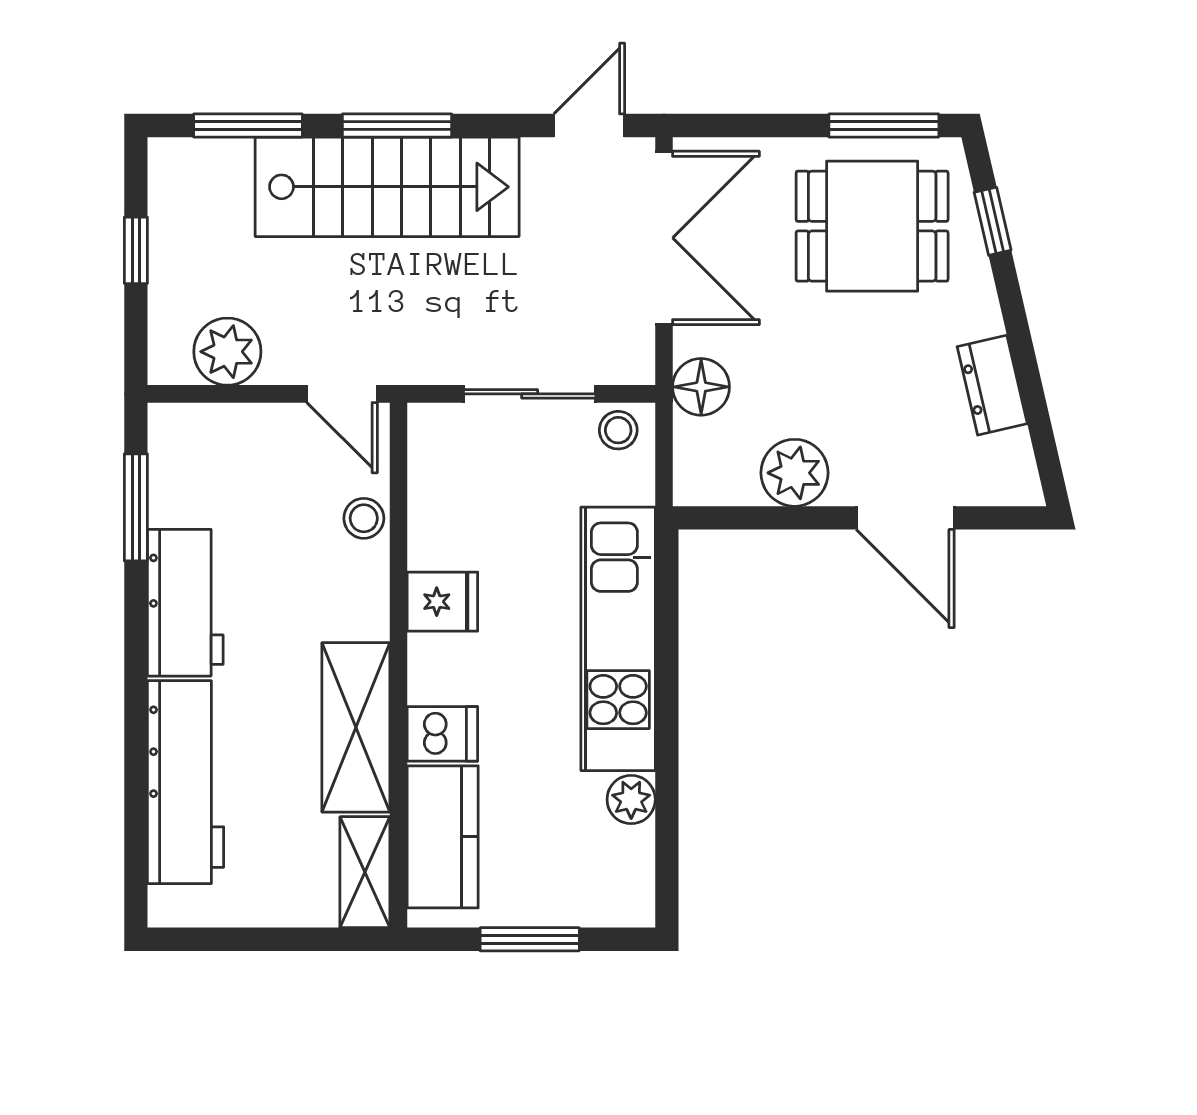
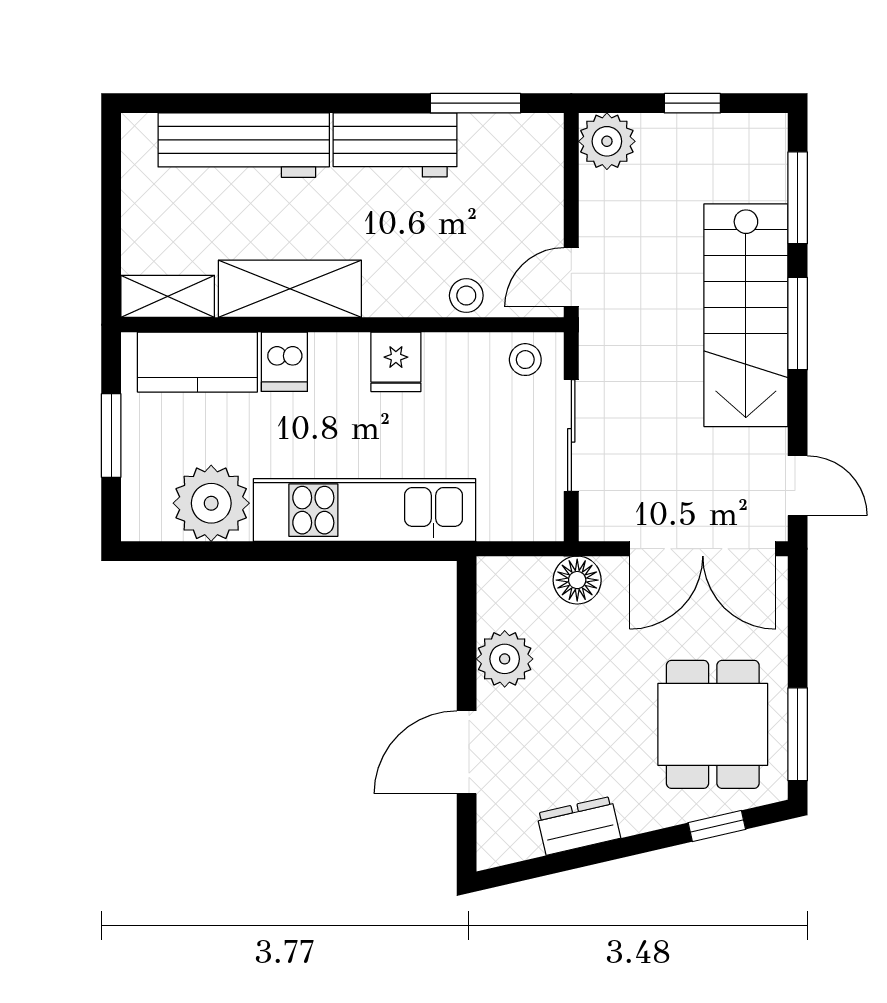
plant: (227, 352) -> (607, 141), moved
stool: (618, 430) -> (525, 360), moved
plant: (631, 800) -> (211, 503), width x1.87, depth x1.87

